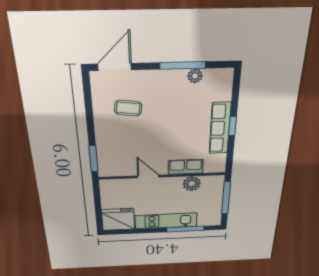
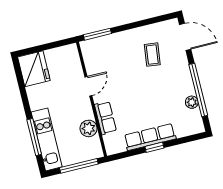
window: (183, 65) -> (198, 90), width x1.46
kitchen unit: (166, 221) -> (47, 139), moved

